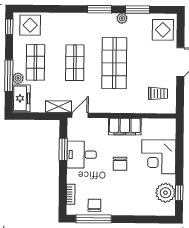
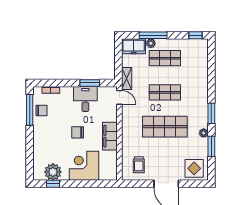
display table: (30, 25) -> (197, 53), removed

